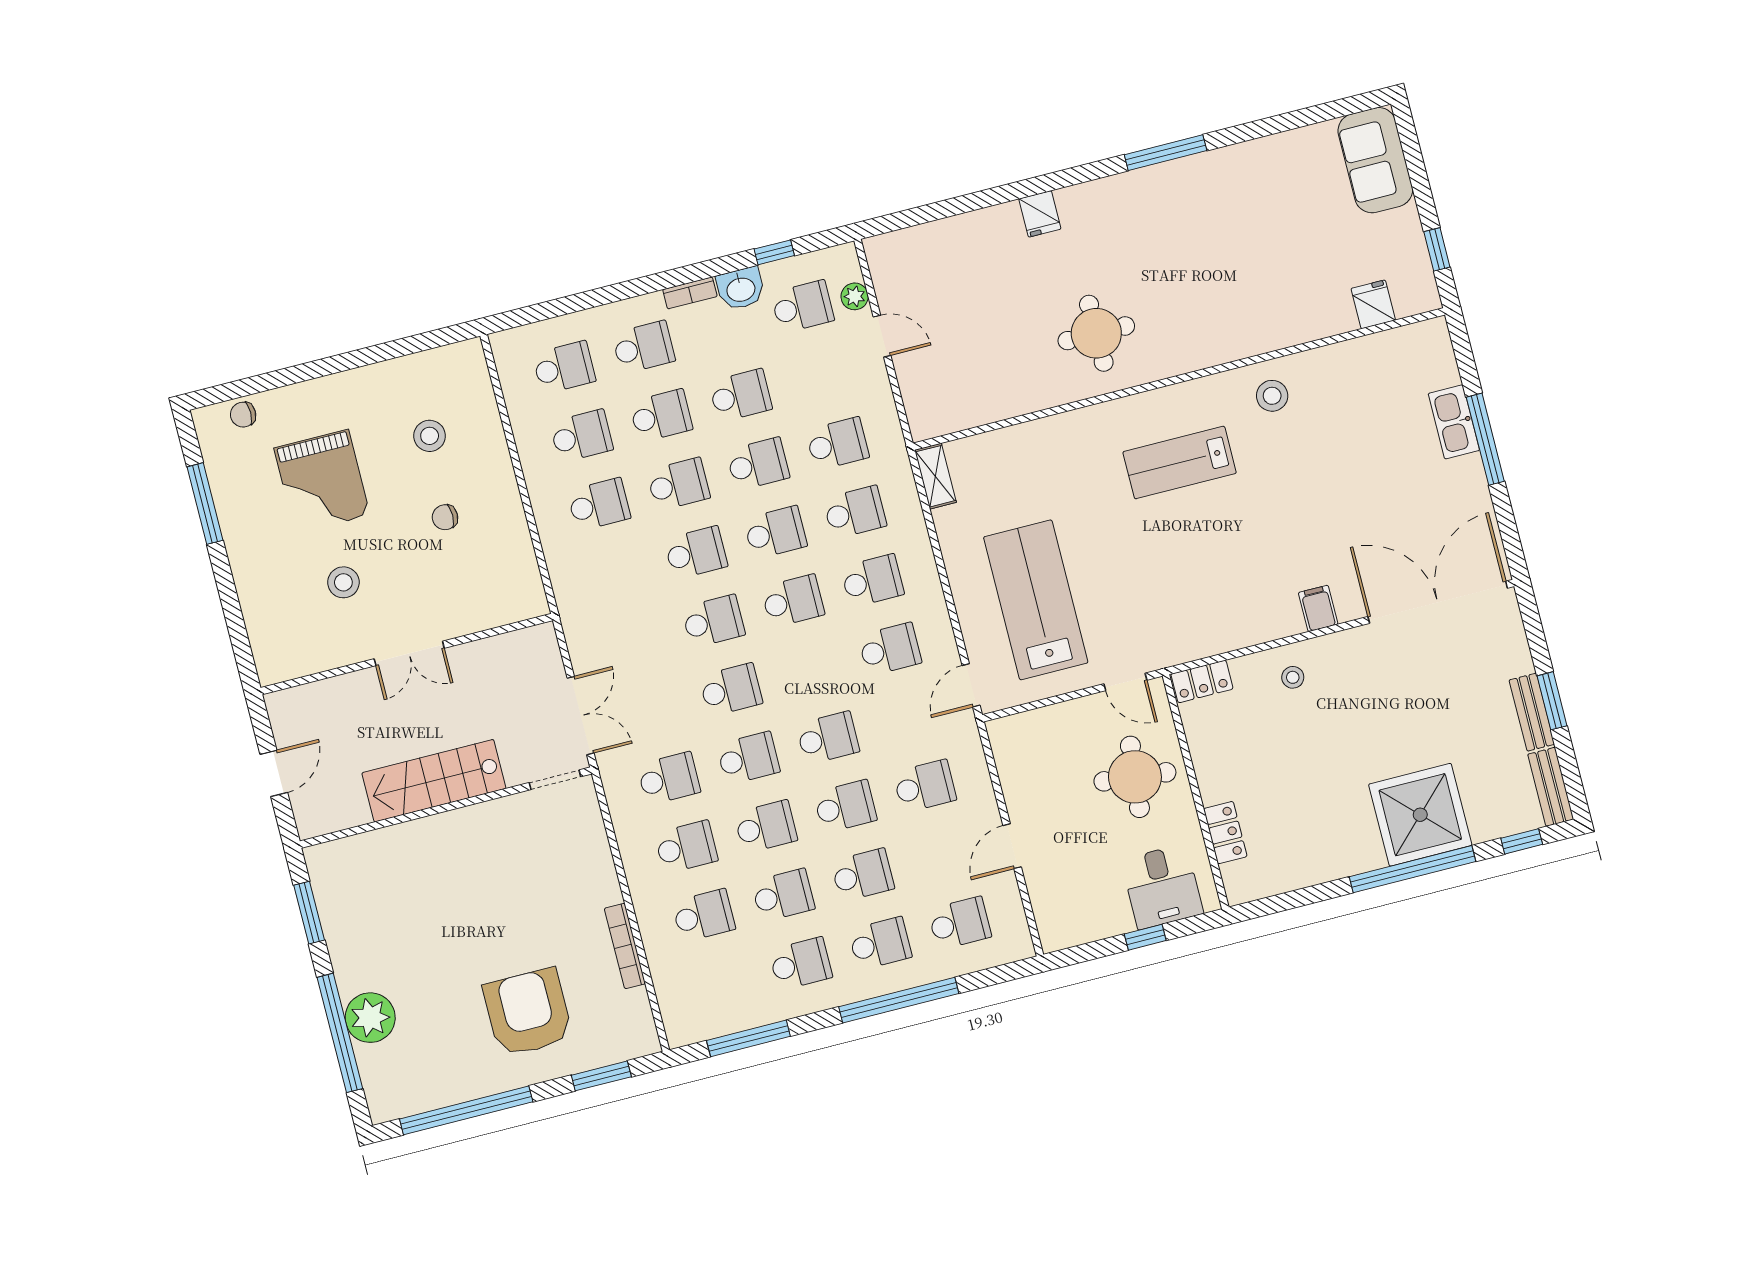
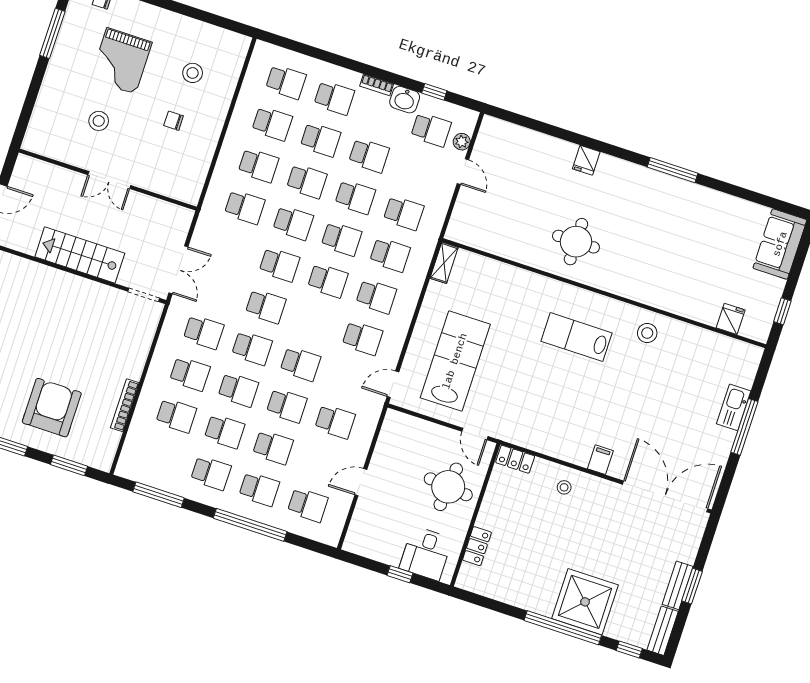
school desk: (616, 573) -> (245, 207), added

